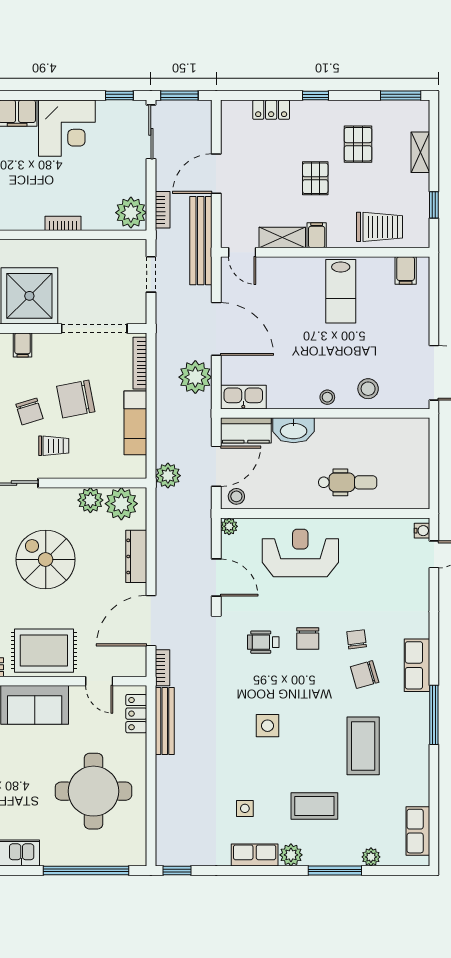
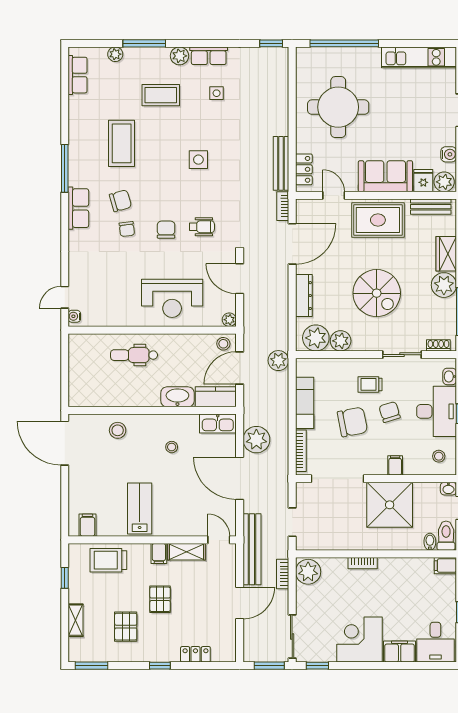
stool: (327, 397) -> (172, 447), moved

